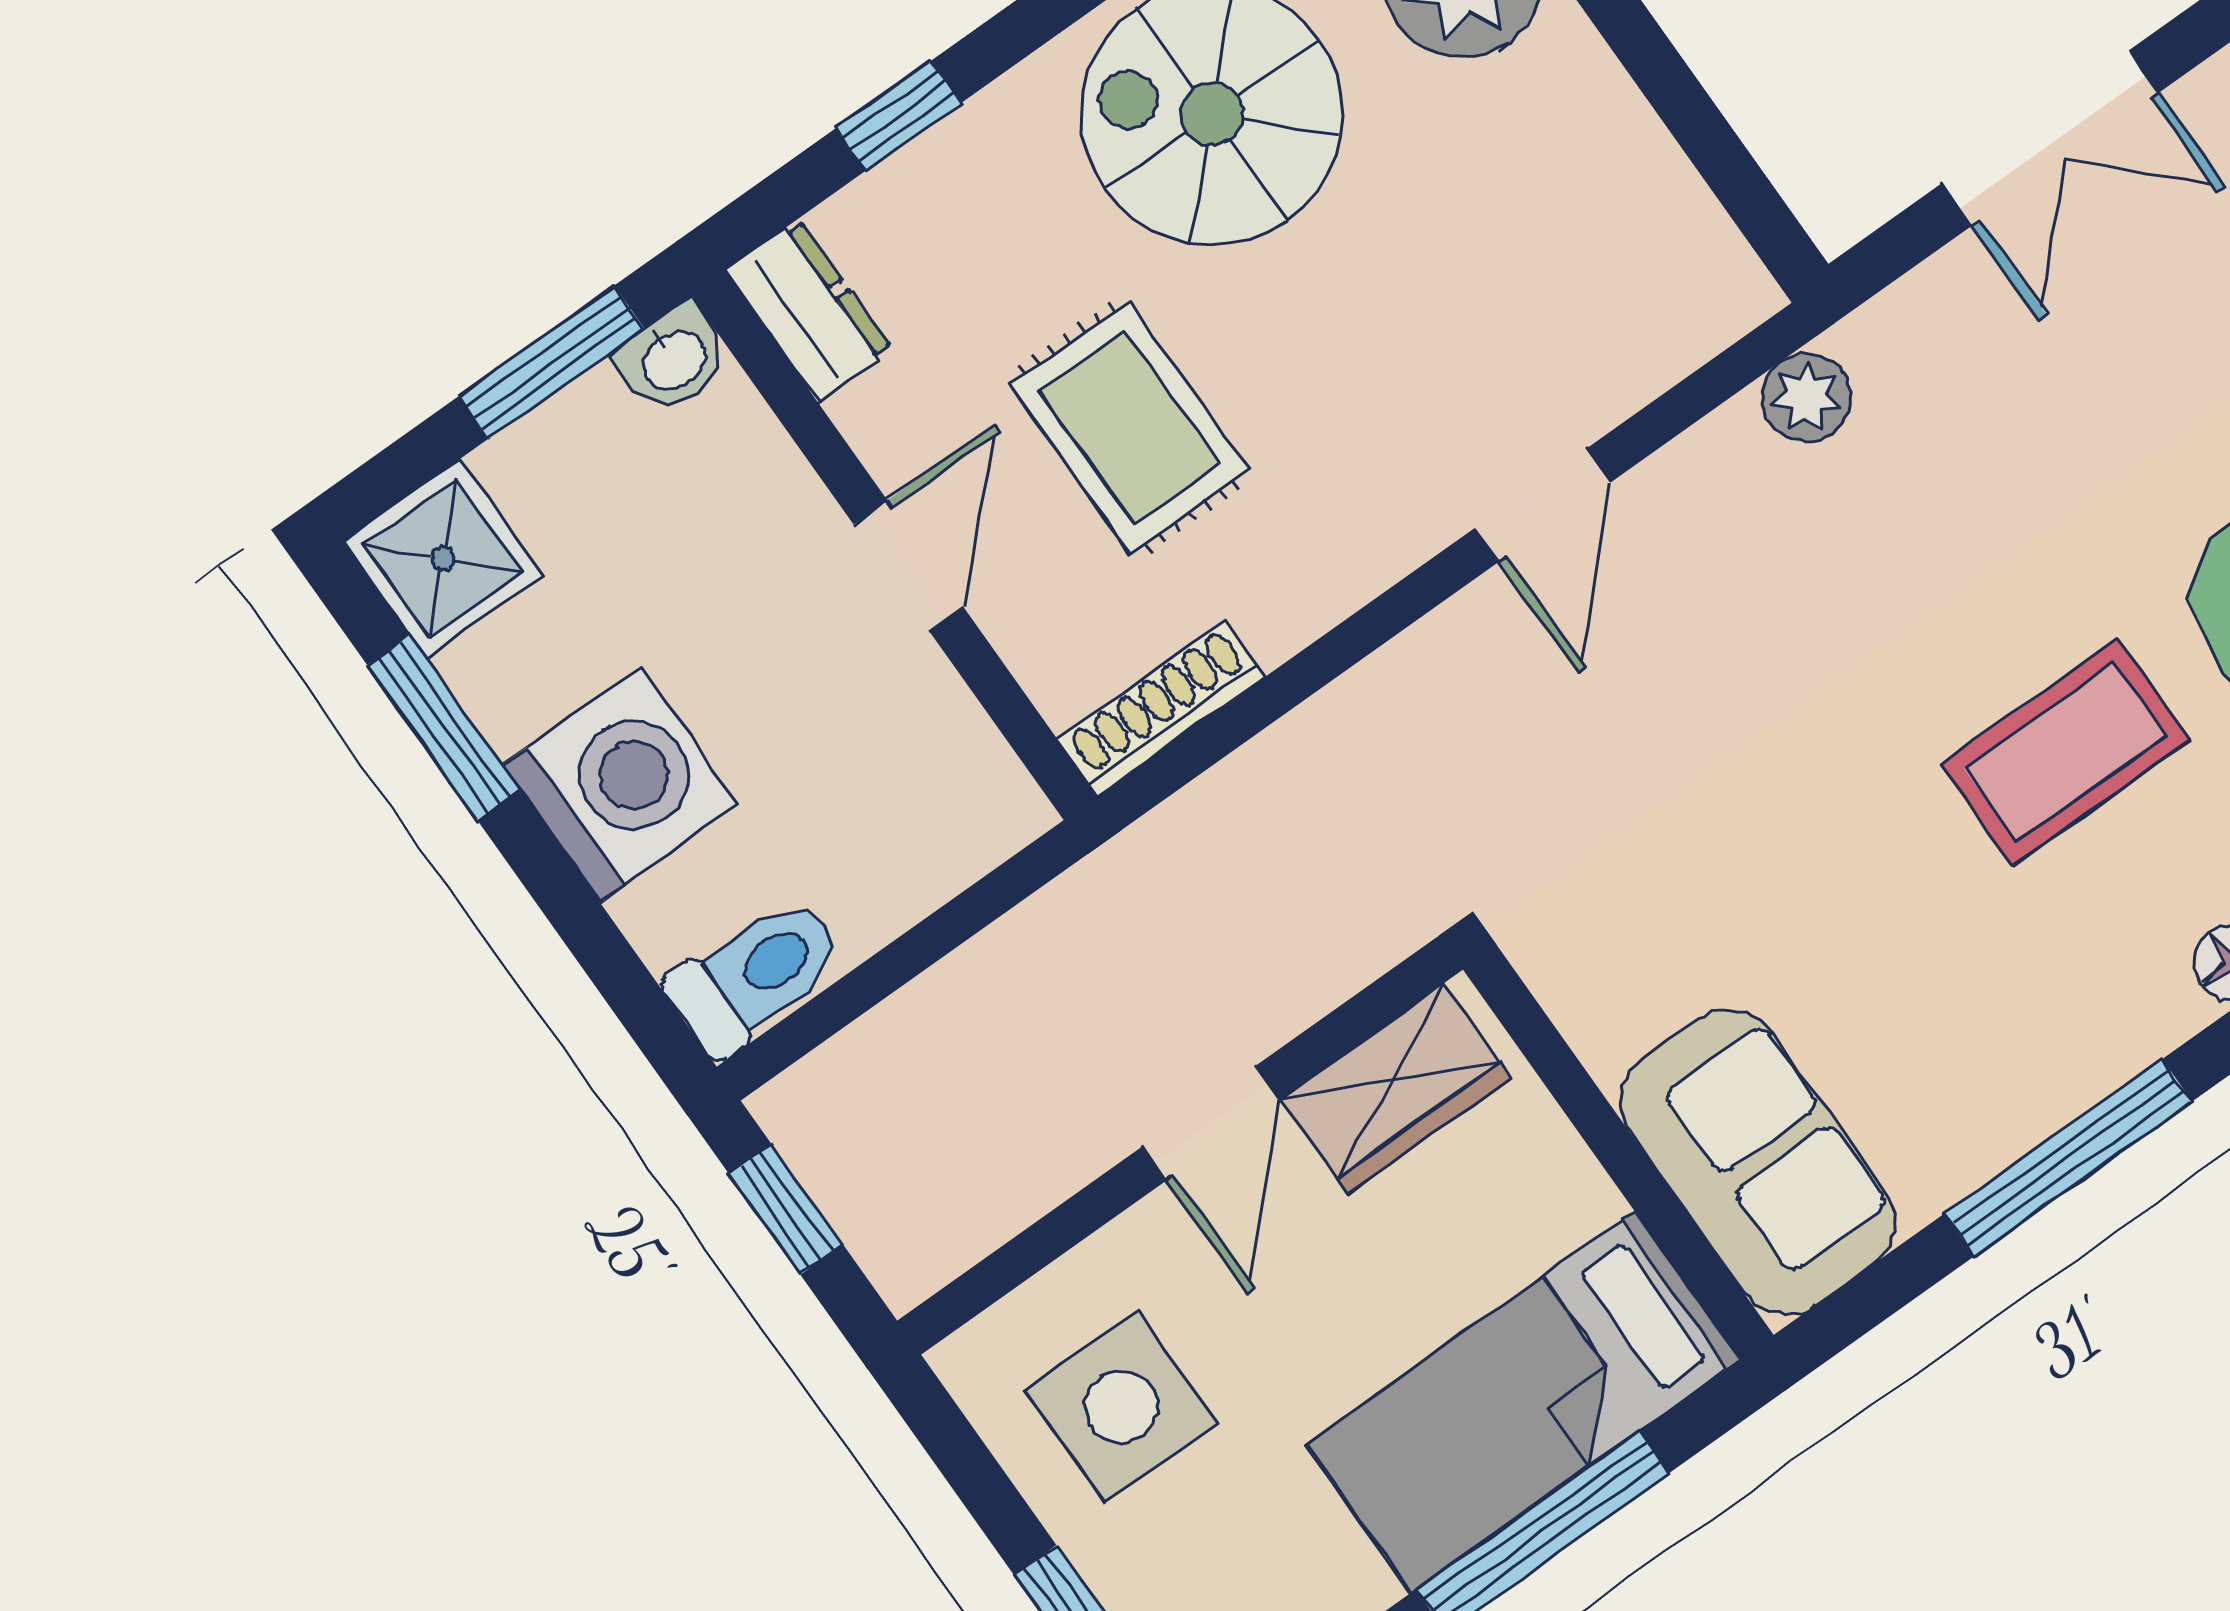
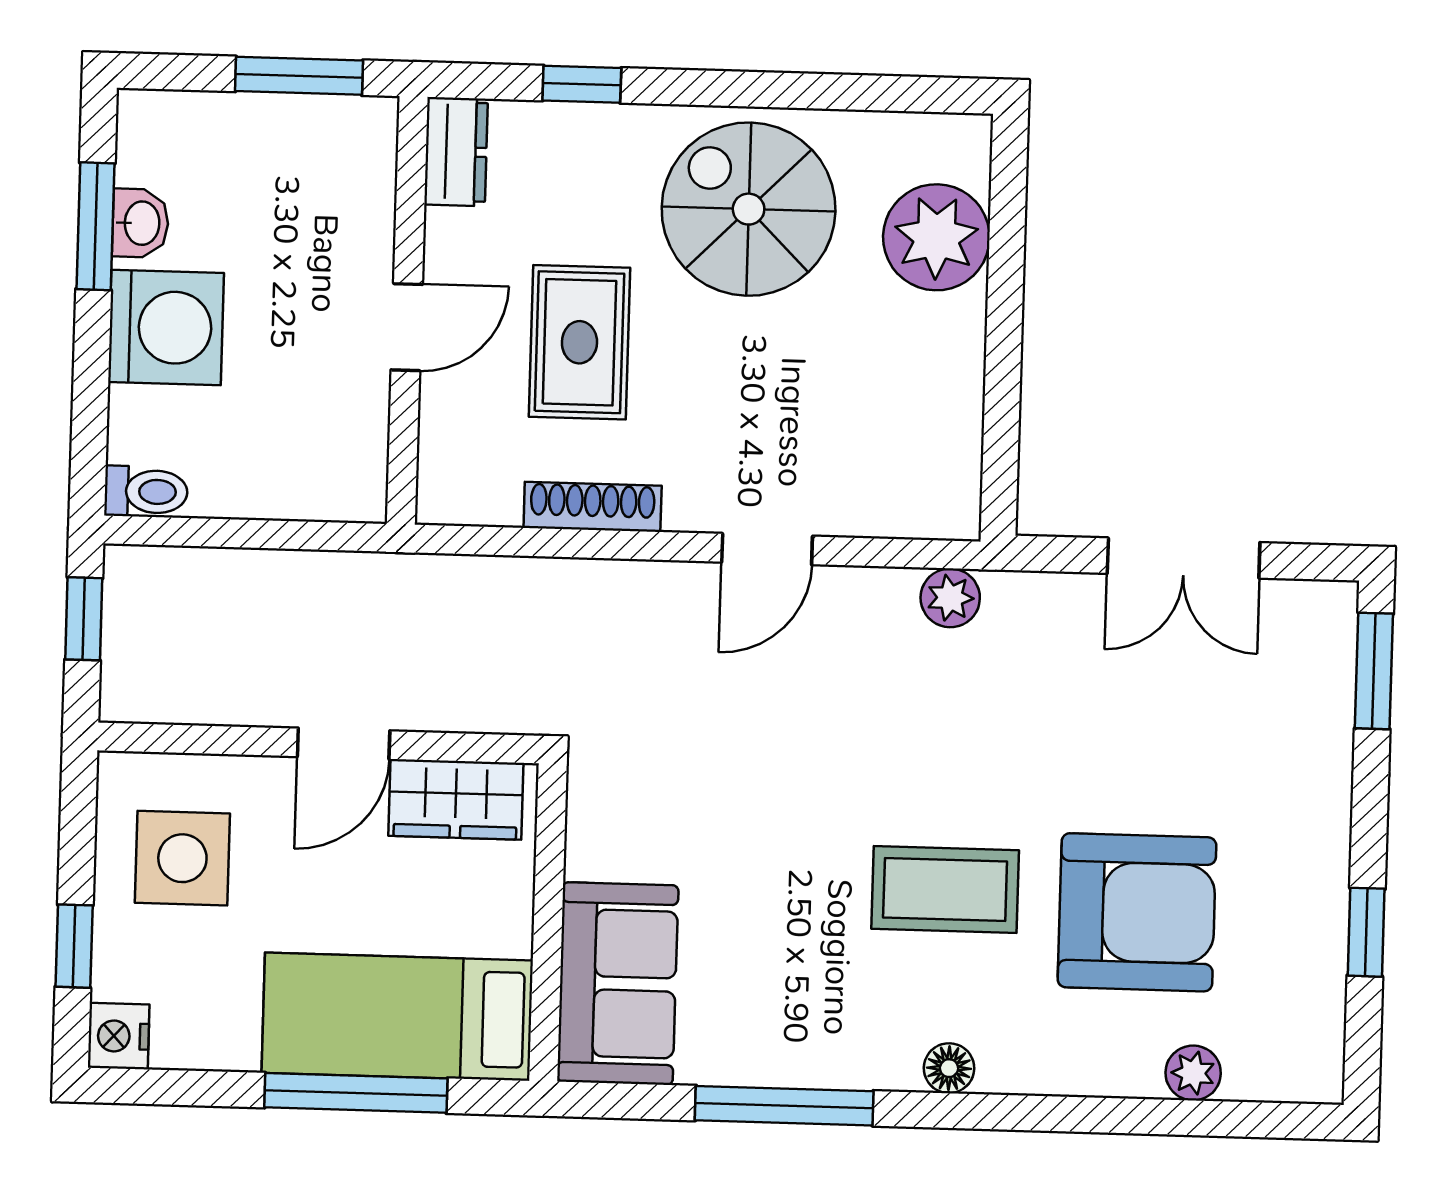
washbasin: (673, 359) -> (140, 223), moved, turned -90
shower: (443, 559) -> (163, 137), removed
shoe rack: (1161, 708) -> (593, 507), moved
toilet: (756, 975) -> (146, 492), width x0.73, depth x0.72

